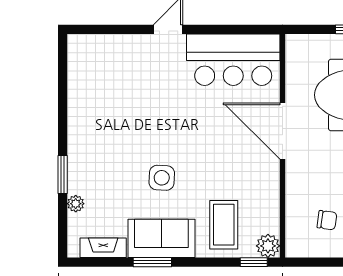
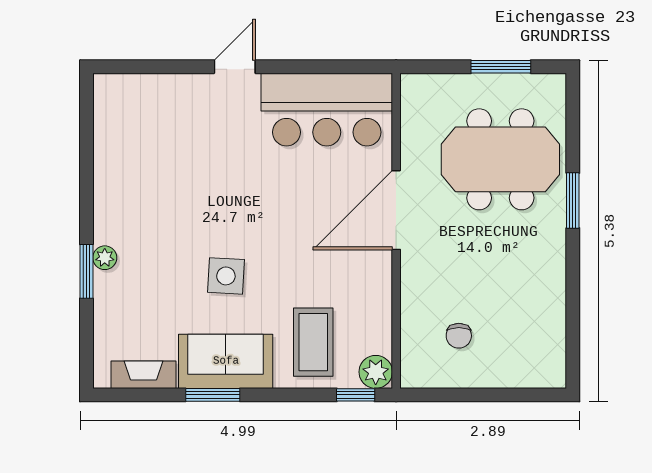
door: (282, 131) -> (396, 210), hinge flipped
plant: (76, 204) -> (105, 258), moved
chair: (327, 220) -> (459, 336), turned 82

